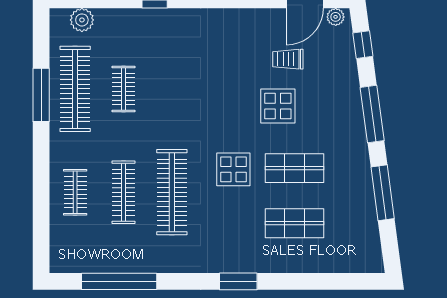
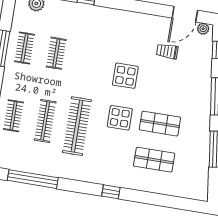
clothes rail: (75, 89) -> (25, 48), width x0.54, depth x0.76
display table: (278, 106) -> (125, 76), moved
window: (238, 281) -> (111, 192), width x0.67

